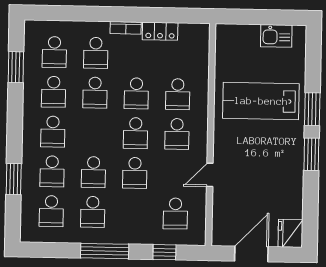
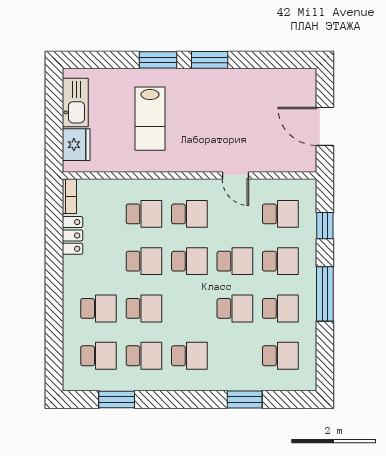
bookcase: (126, 28) -> (69, 196), moved
kitchen sink: (276, 36) -> (75, 103), width x1.38
lab bench: (261, 101) -> (150, 119), width x0.73, depth x0.72
school desk: (52, 171) -> (280, 261), moved
fridge: (290, 233) -> (76, 145), moved, turned -90

